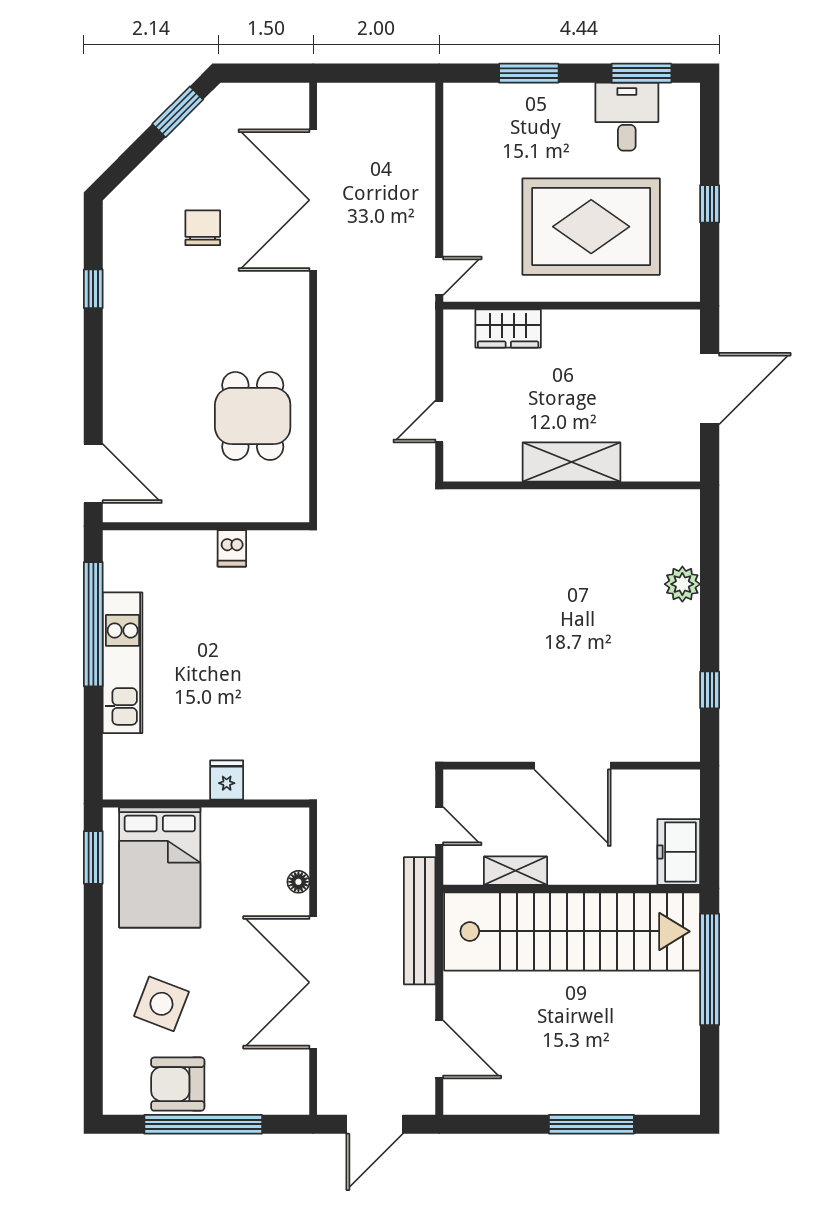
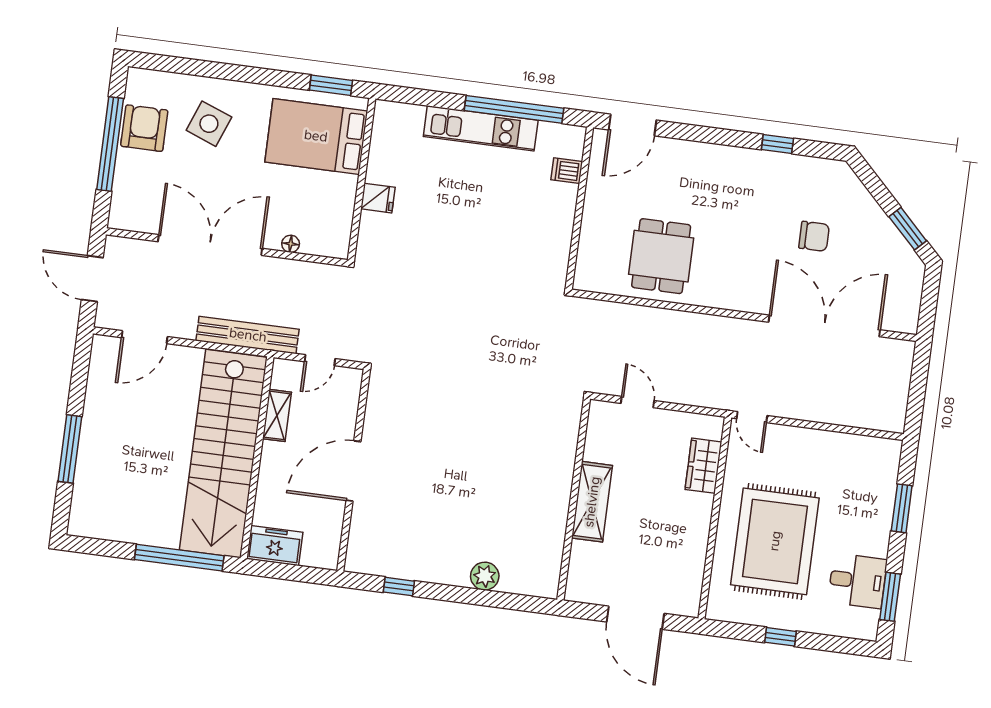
dining table: (253, 416) -> (661, 256), turned 90
dishwasher: (232, 548) -> (567, 171), moved

